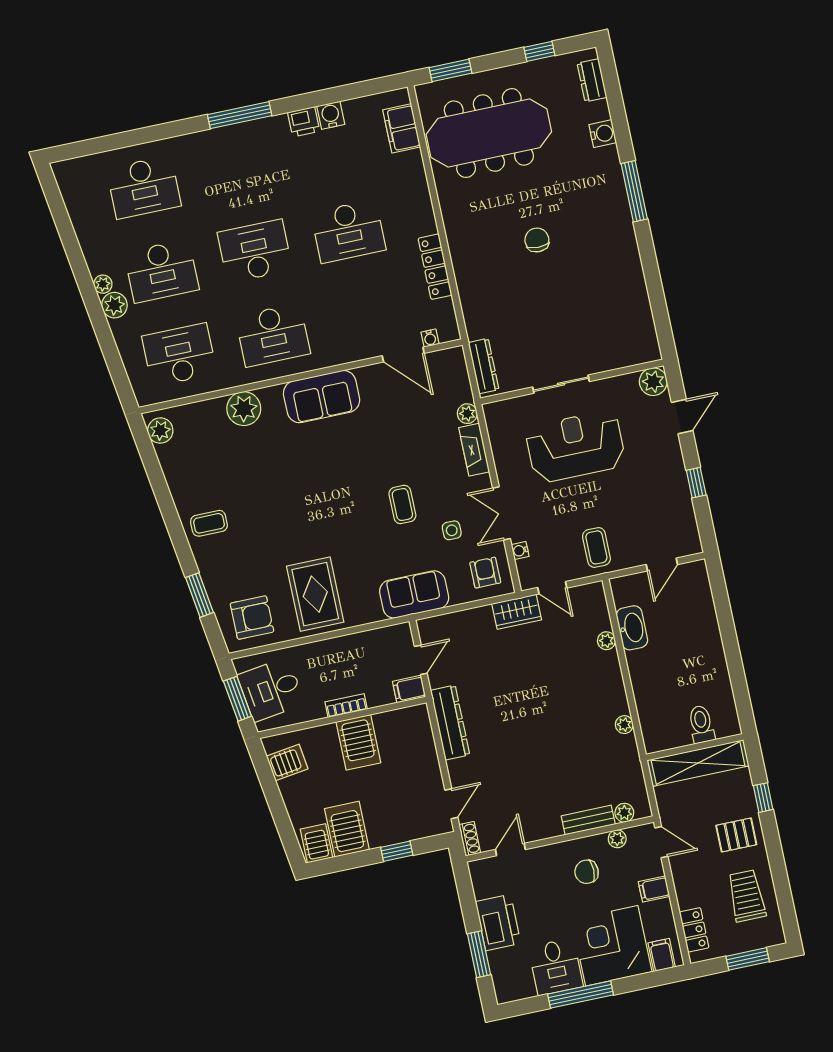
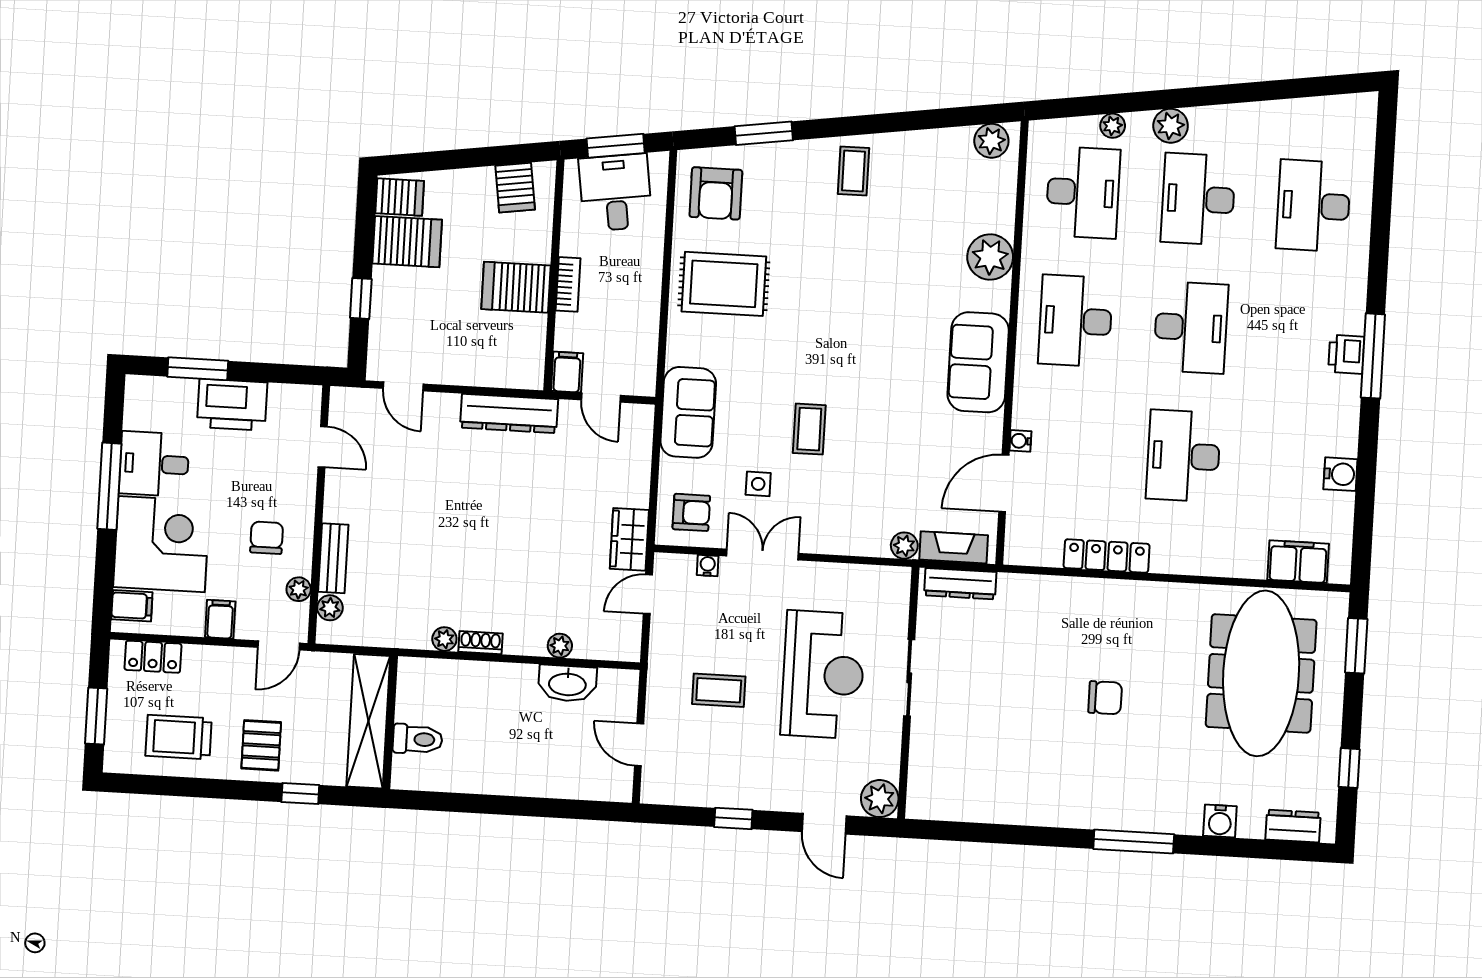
printer: (304, 122) -> (1346, 354), moved
plant: (103, 284) -> (1113, 126), moved
water cooler: (430, 338) -> (1020, 441), moved
fireplace: (474, 450) -> (954, 547), moved
coffee table: (402, 504) -> (809, 429), turned 90
coffee table: (596, 547) -> (719, 690), moved
shoe rack: (470, 839) -> (481, 643), moved, turned 180
trolley: (747, 896) -> (179, 737), turned 180

